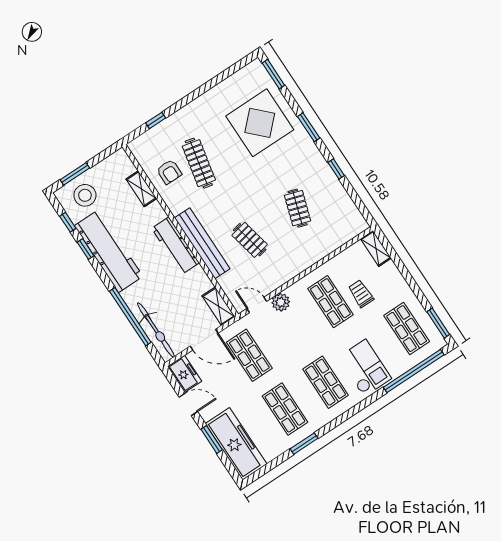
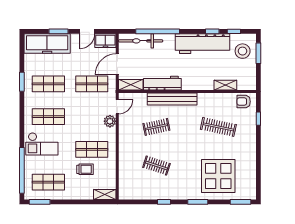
armchair: (169, 172) -> (244, 102), moved
workbench: (175, 246) -> (162, 83), moved

